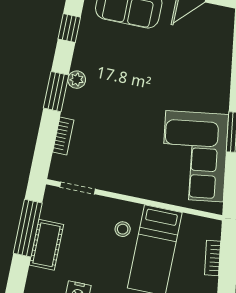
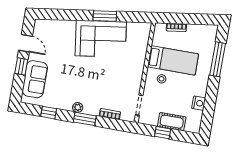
corner sofa: (195, 156) -> (101, 39), moved
window: (28, 228) -> (163, 133), width x0.46

